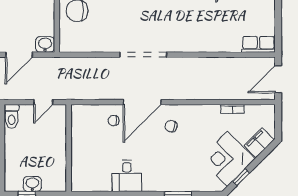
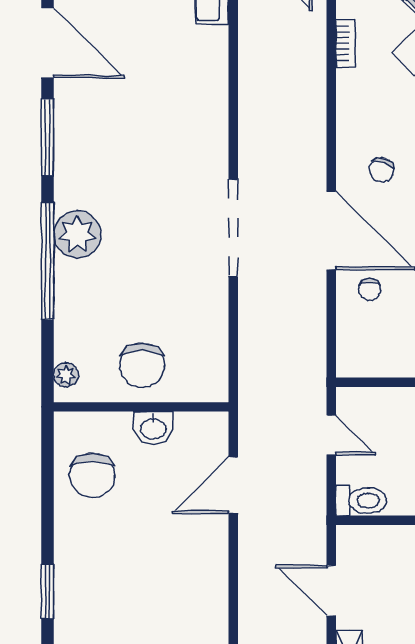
washbasin: (45, 44) -> (153, 428), moved, turned -90
door: (19, 55) -> (233, 485), swing flipped

